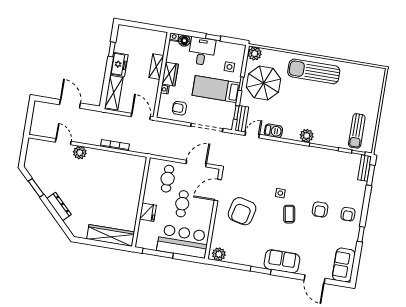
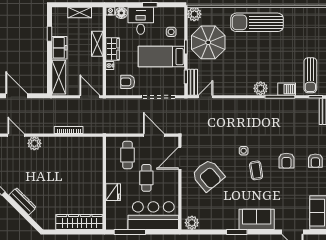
shelving: (144, 34) -> (80, 12), added
barbecue: (273, 131) -> (287, 89), moved
door: (196, 164) -> (154, 135), hinge flipped
armchair: (242, 211) -> (208, 175), turned -53

